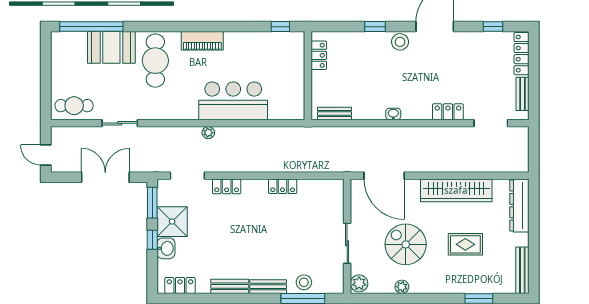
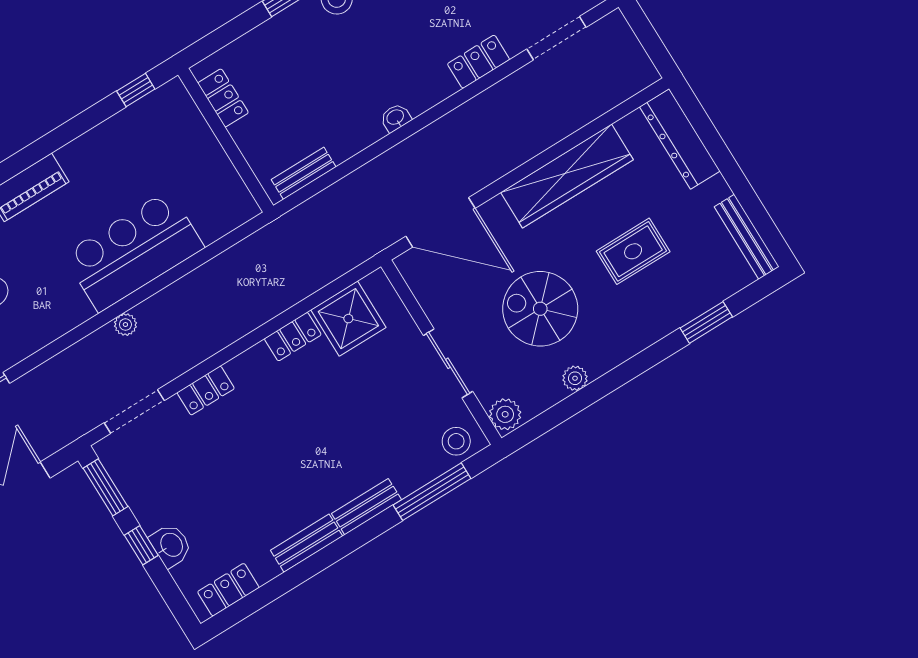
shower: (172, 222) -> (348, 319), moved
stool: (304, 282) -> (456, 441), moved

